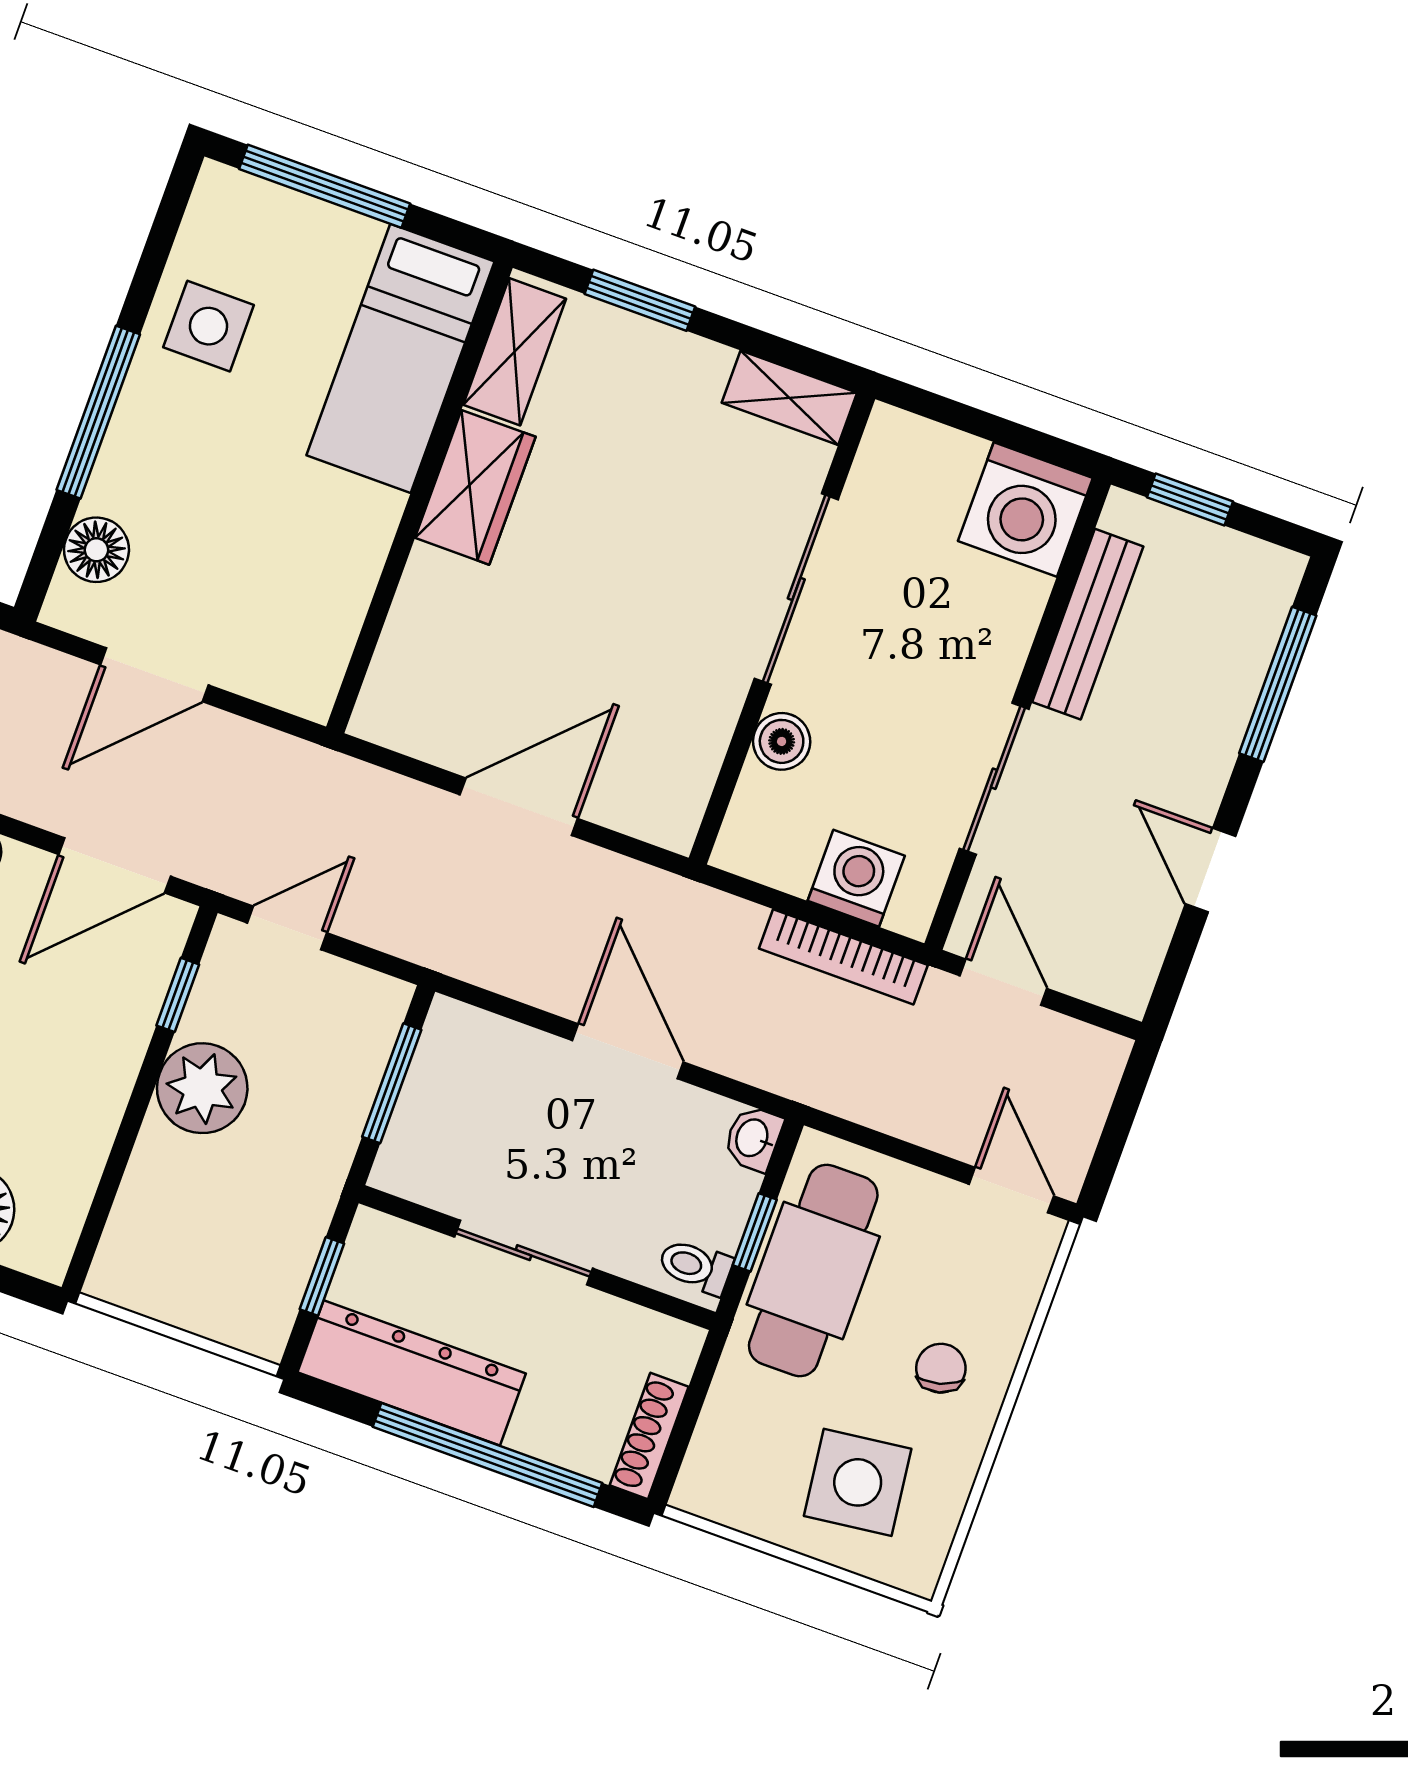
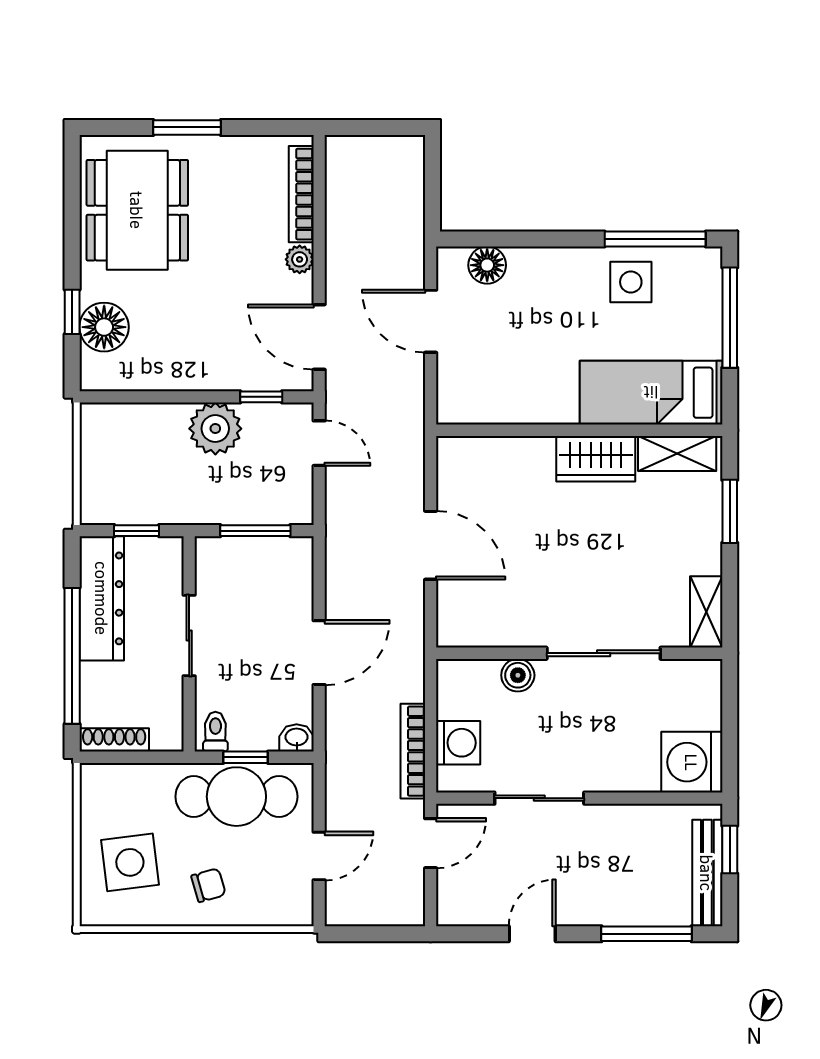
window: (98, 412) -> (655, 239), moved
bench: (1088, 624) -> (707, 873), moved, turned 90
door: (1011, 1190) -> (319, 856), moved

